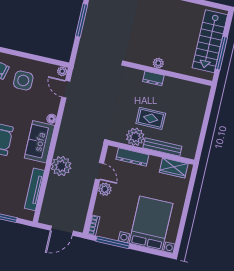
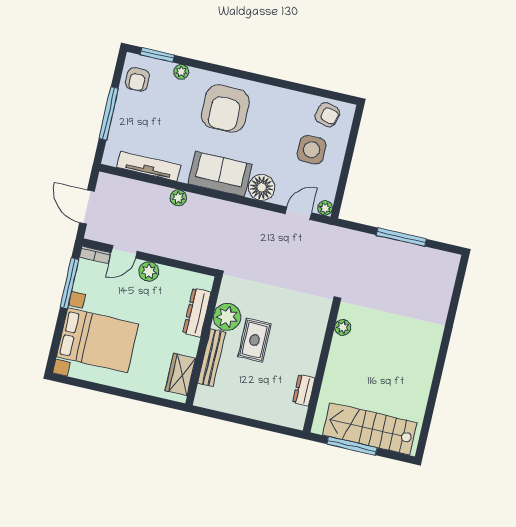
plant: (158, 63) -> (343, 327), moved
dresser: (153, 78) -> (304, 390), moved
floor lamp: (52, 119) -> (262, 187), width x1.89, depth x1.89
plant: (61, 166) -> (178, 198), width x0.53, depth x0.53
door: (100, 171) -> (124, 252), moved

